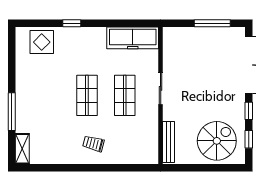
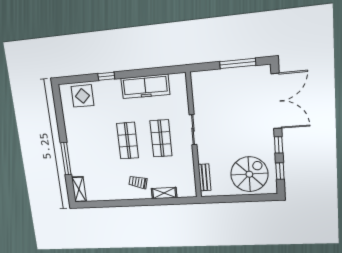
freezer: (133, 38) -> (145, 86), moved
bench: (169, 142) -> (204, 177), width x0.73
shelving: (122, 158) -> (164, 193), added

